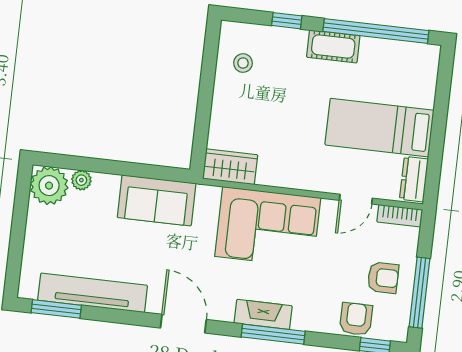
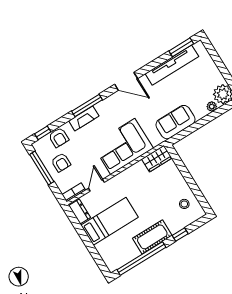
cot: (333, 46) -> (152, 237), width x1.37, depth x1.34
armchair: (383, 278) -> (61, 163), turned -90
fireplace: (263, 314) -> (84, 118), moved

